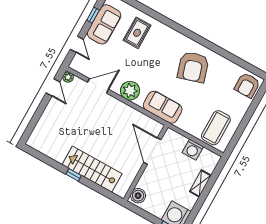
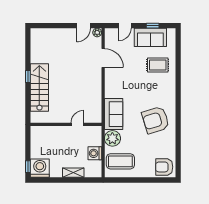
plant: (130, 91) -> (112, 138), moved
door: (152, 151) -> (77, 124), width x0.53
boiler: (138, 196) -> (39, 132), removed

